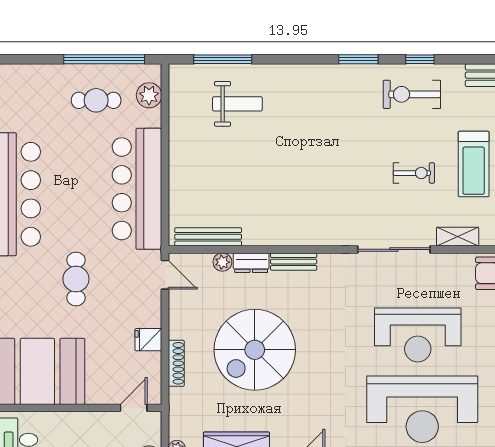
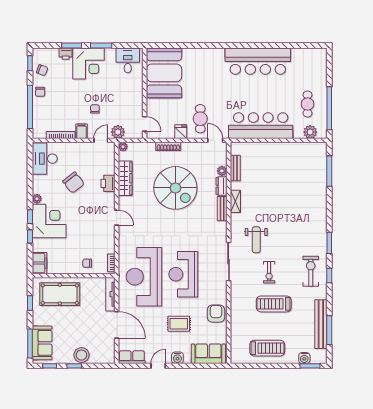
weight bench: (237, 104) -> (256, 240), moved
bench: (208, 237) -> (235, 168), width x0.73
shelving: (458, 237) -> (235, 201), moved
door: (165, 275) -> (215, 140), swing flipped
cafe table: (76, 279) -> (200, 119), moved, turned 90
spiral stairs: (255, 350) -> (175, 188), turned 180

